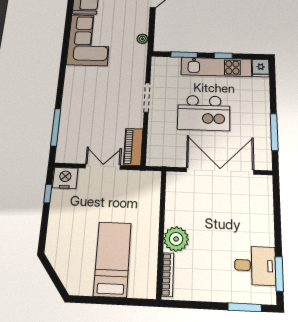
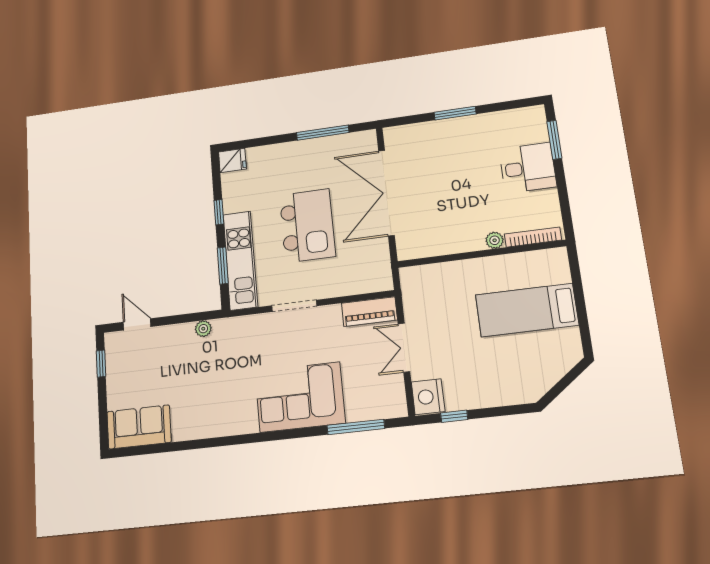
corner sofa: (89, 40) -> (300, 397), moved
kitchen unit: (216, 67) -> (240, 260), moved
plant: (176, 239) -> (495, 240), width x0.53, depth x0.53
desk: (255, 266) -> (528, 168), moved, turned 90
window: (279, 274) -> (455, 113), moved

